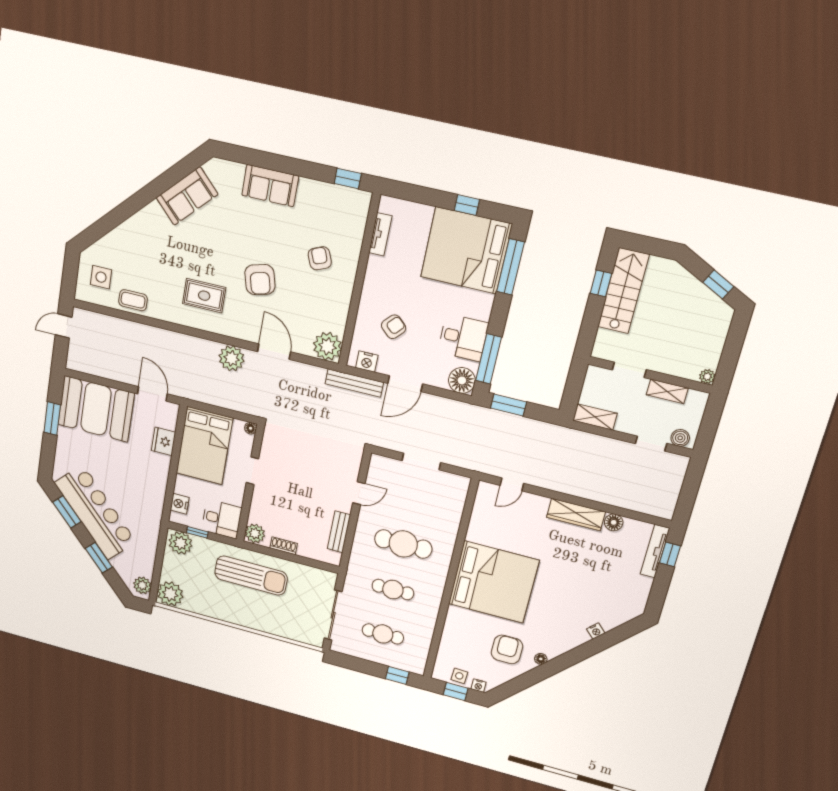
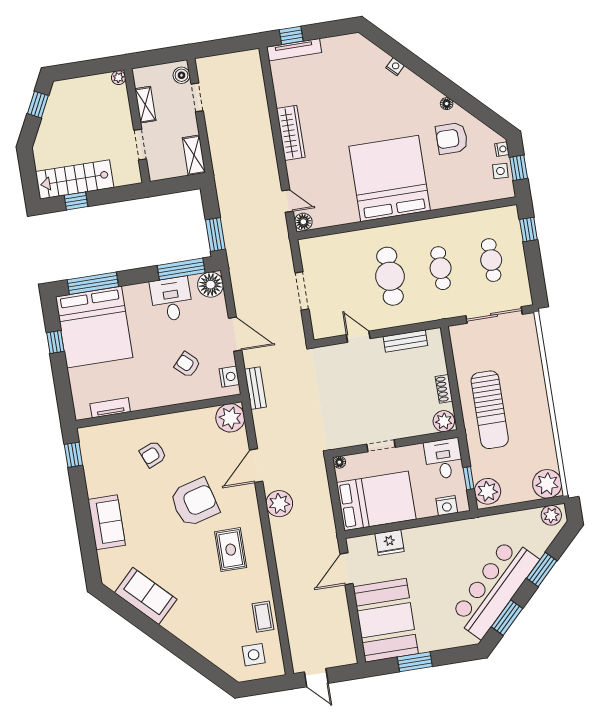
armchair: (260, 280) -> (195, 502), width x1.36, depth x1.36
bench: (354, 383) -> (255, 388), width x0.73
floor lamp: (614, 522) -> (303, 222), moved
sun lounger: (251, 576) -> (490, 410), turned 180

